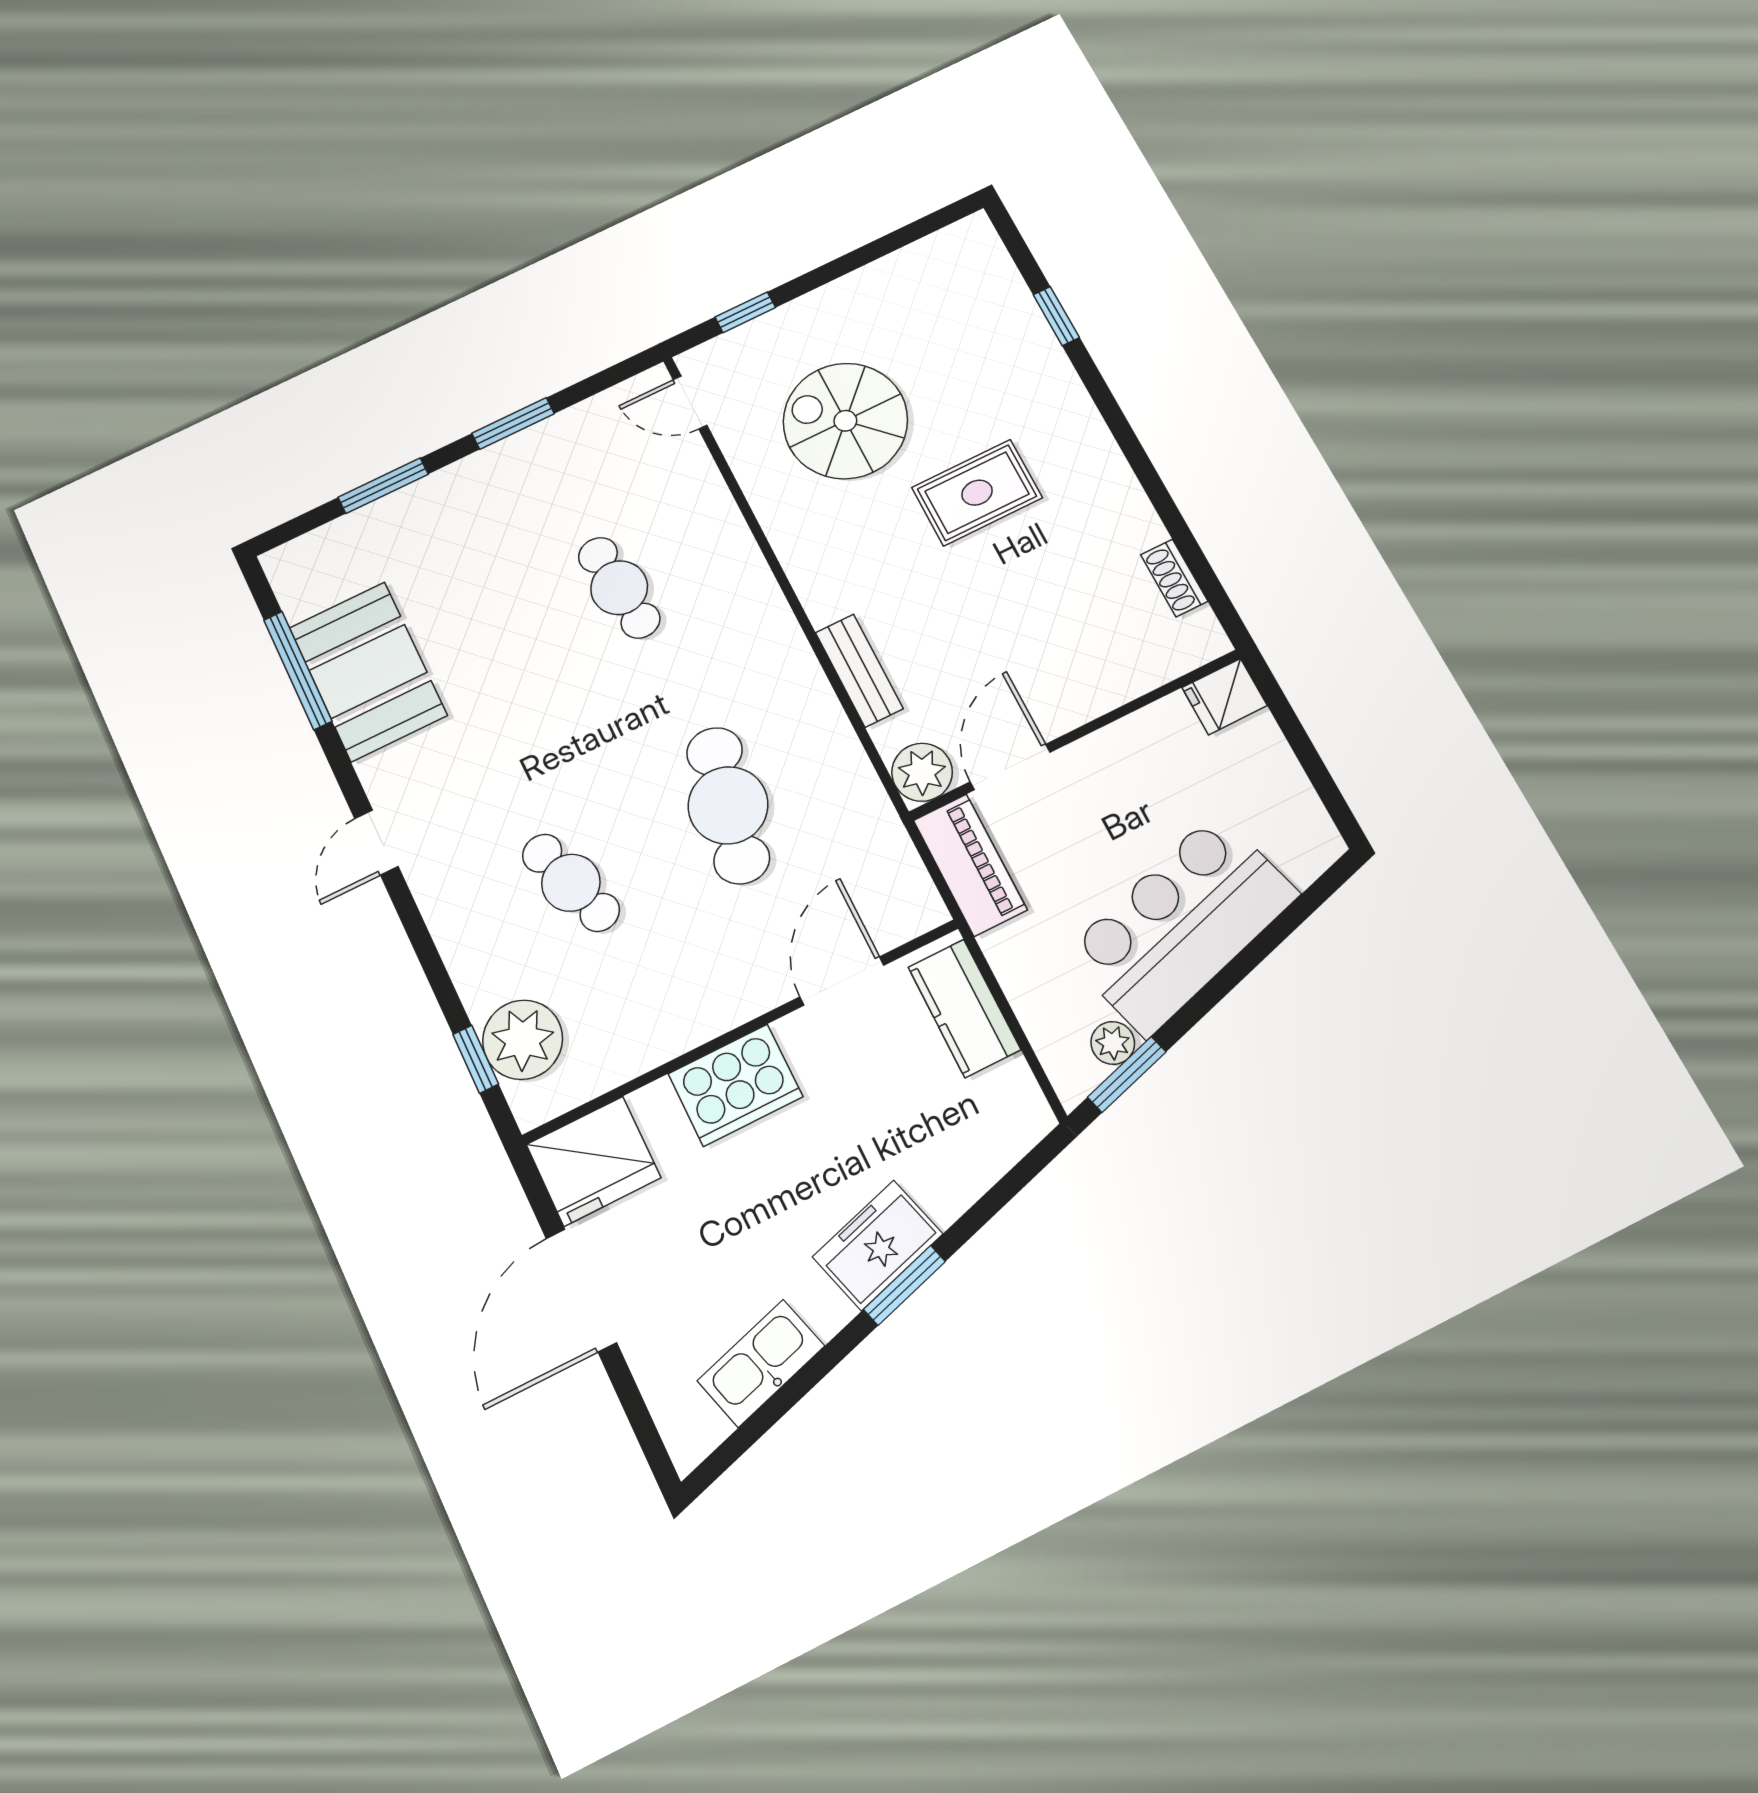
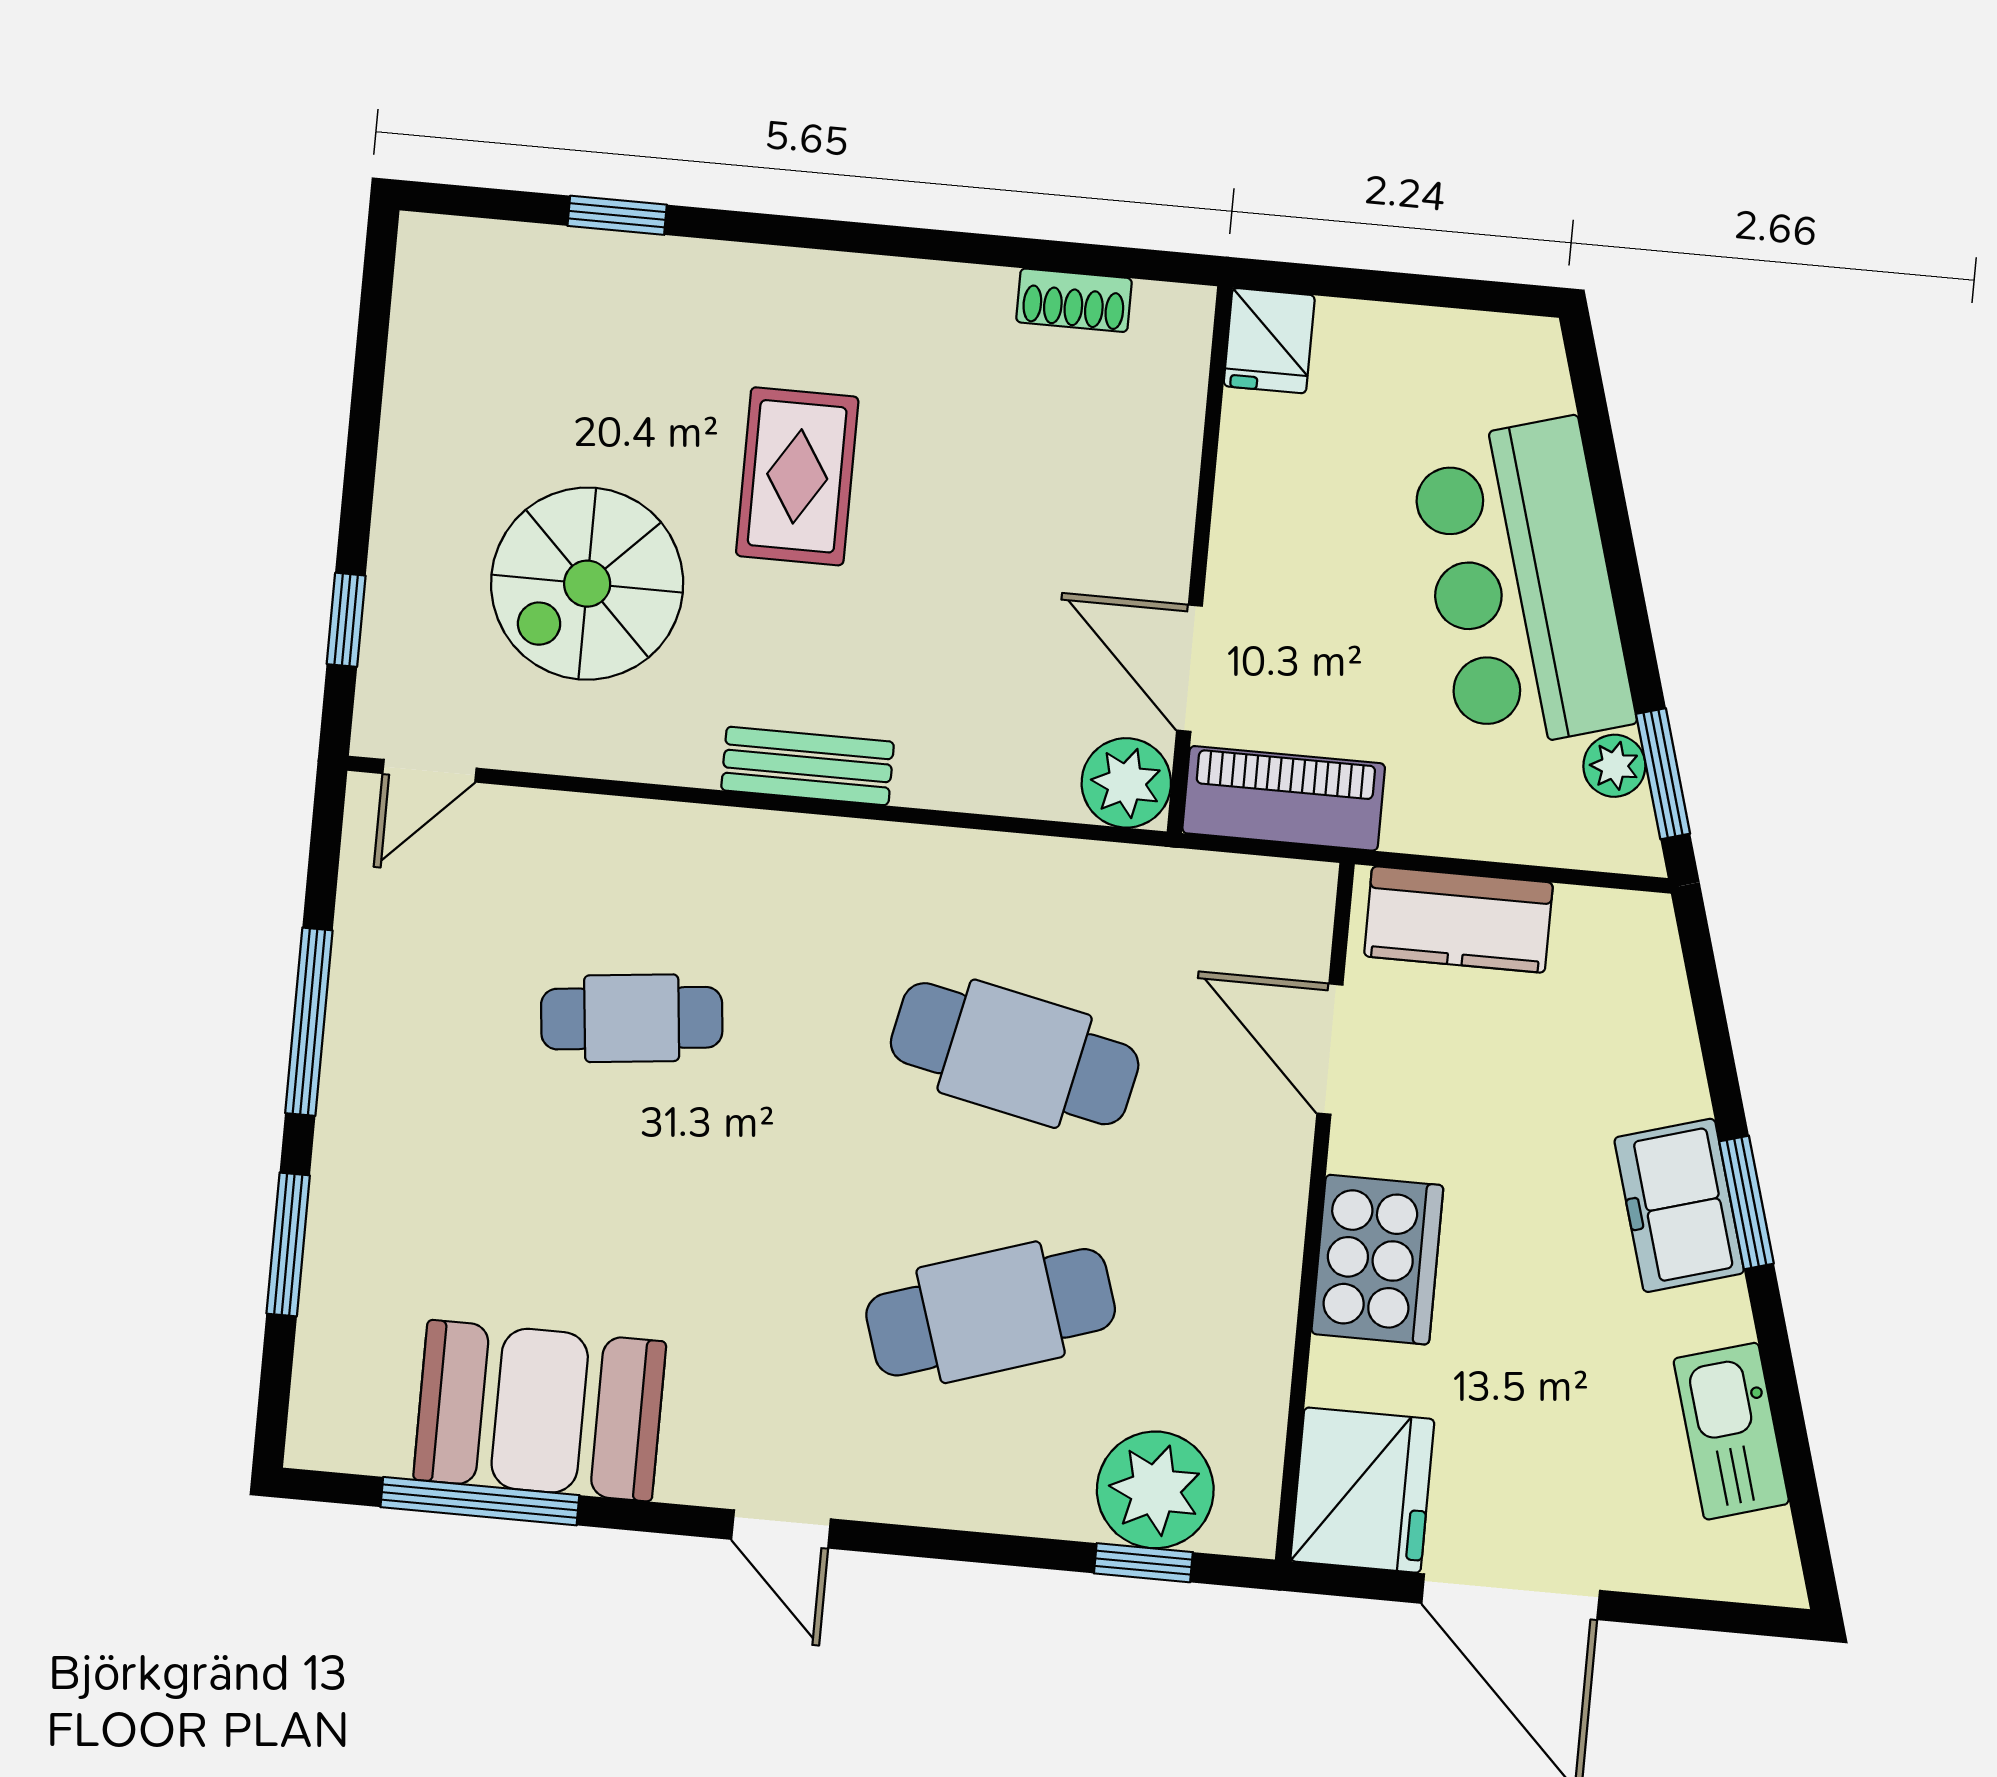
window: (513, 423) -> (309, 1022), width x1.44
bench: (859, 671) -> (808, 766), moved
cafe table: (571, 883) -> (991, 1312), width x1.37, depth x1.35

